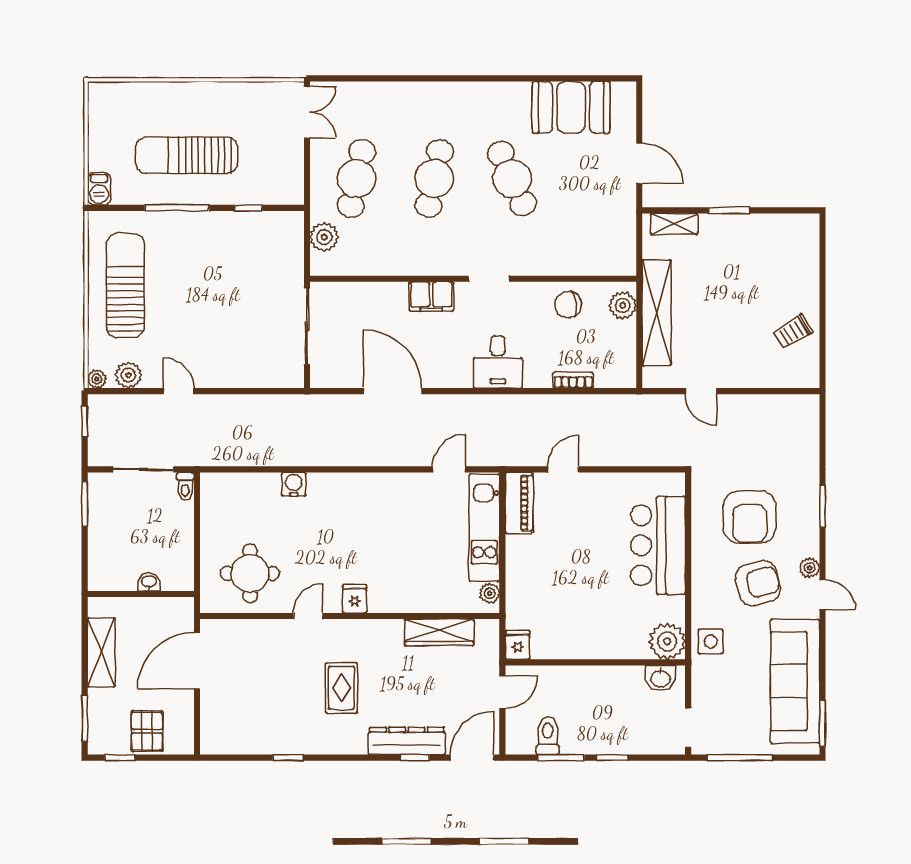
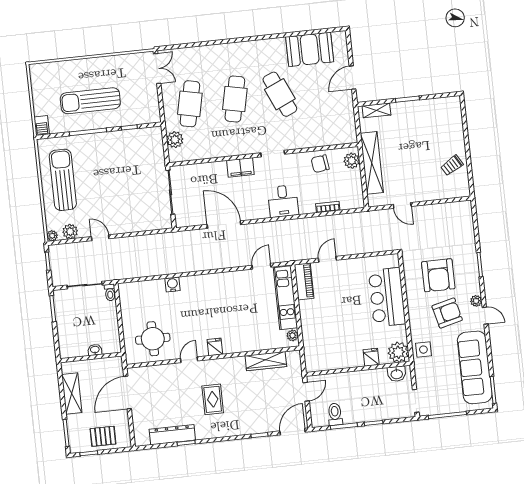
door: (639, 163) -> (353, 78), swing flipped
fridge: (518, 645) -> (371, 357), moved
pallet: (147, 731) -> (103, 436), turned 90
dresser: (407, 741) -> (172, 435), moved

